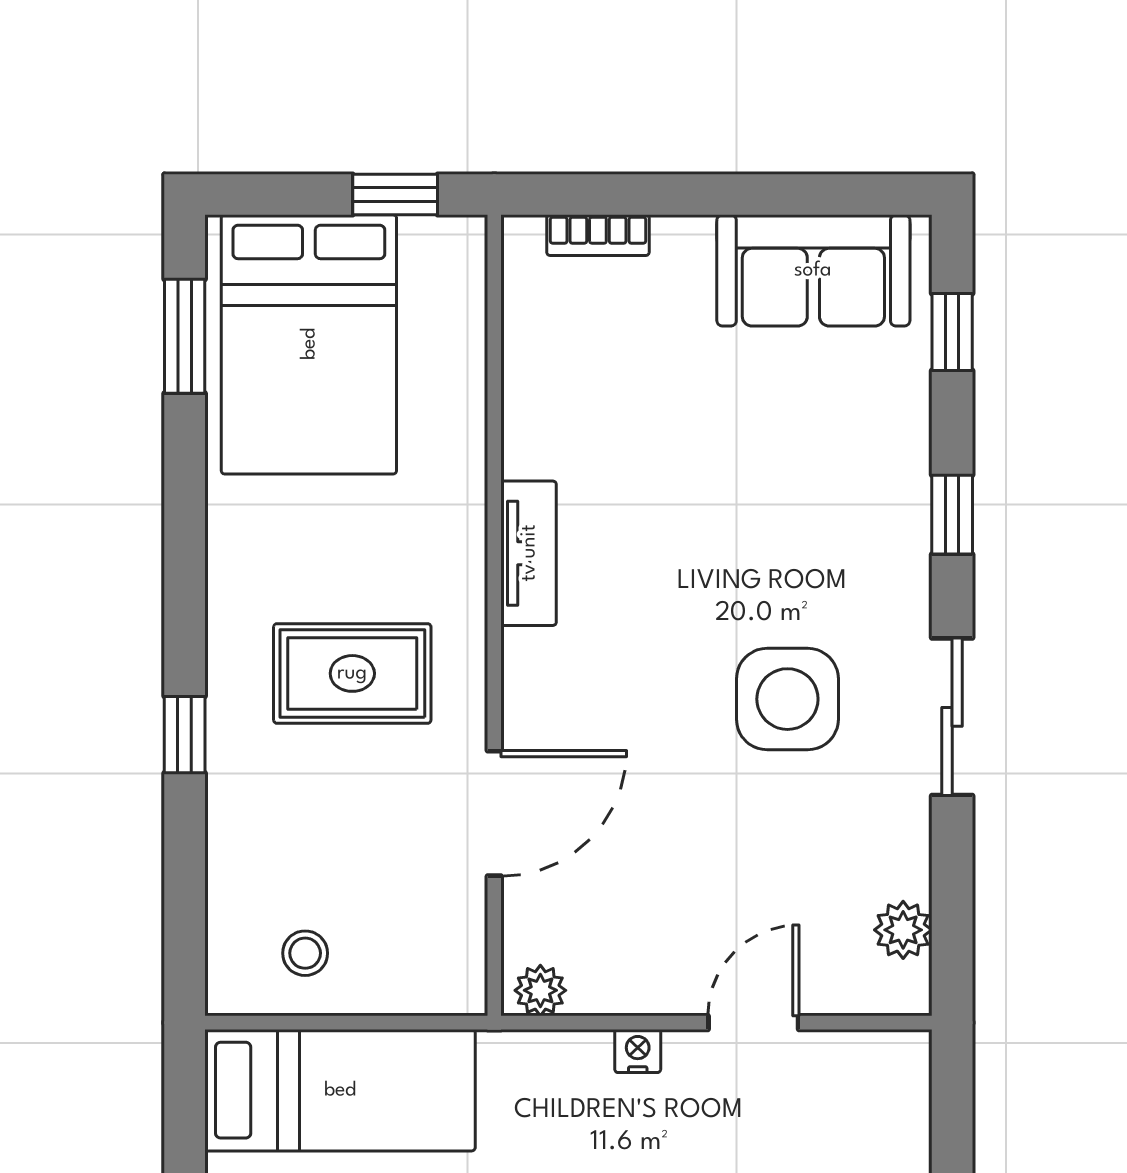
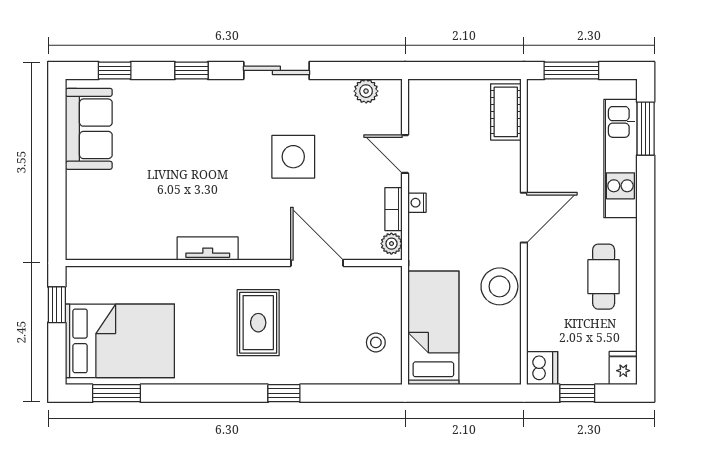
bookcase: (598, 235) -> (394, 209), moved, turned 180
side table: (787, 699) -> (293, 157), moved

